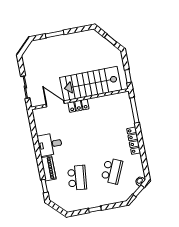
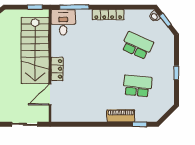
desk: (50, 144) -> (63, 22), moved, turned 180

